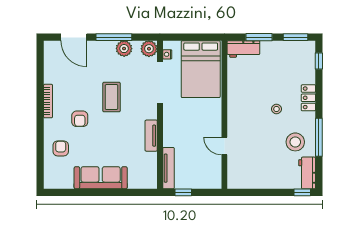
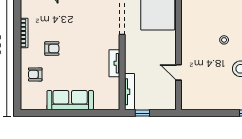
coffee table: (111, 97) -> (80, 29), removed
armchair: (80, 119) -> (52, 48), turned -90
armchair: (61, 148) -> (35, 74), turned -90

